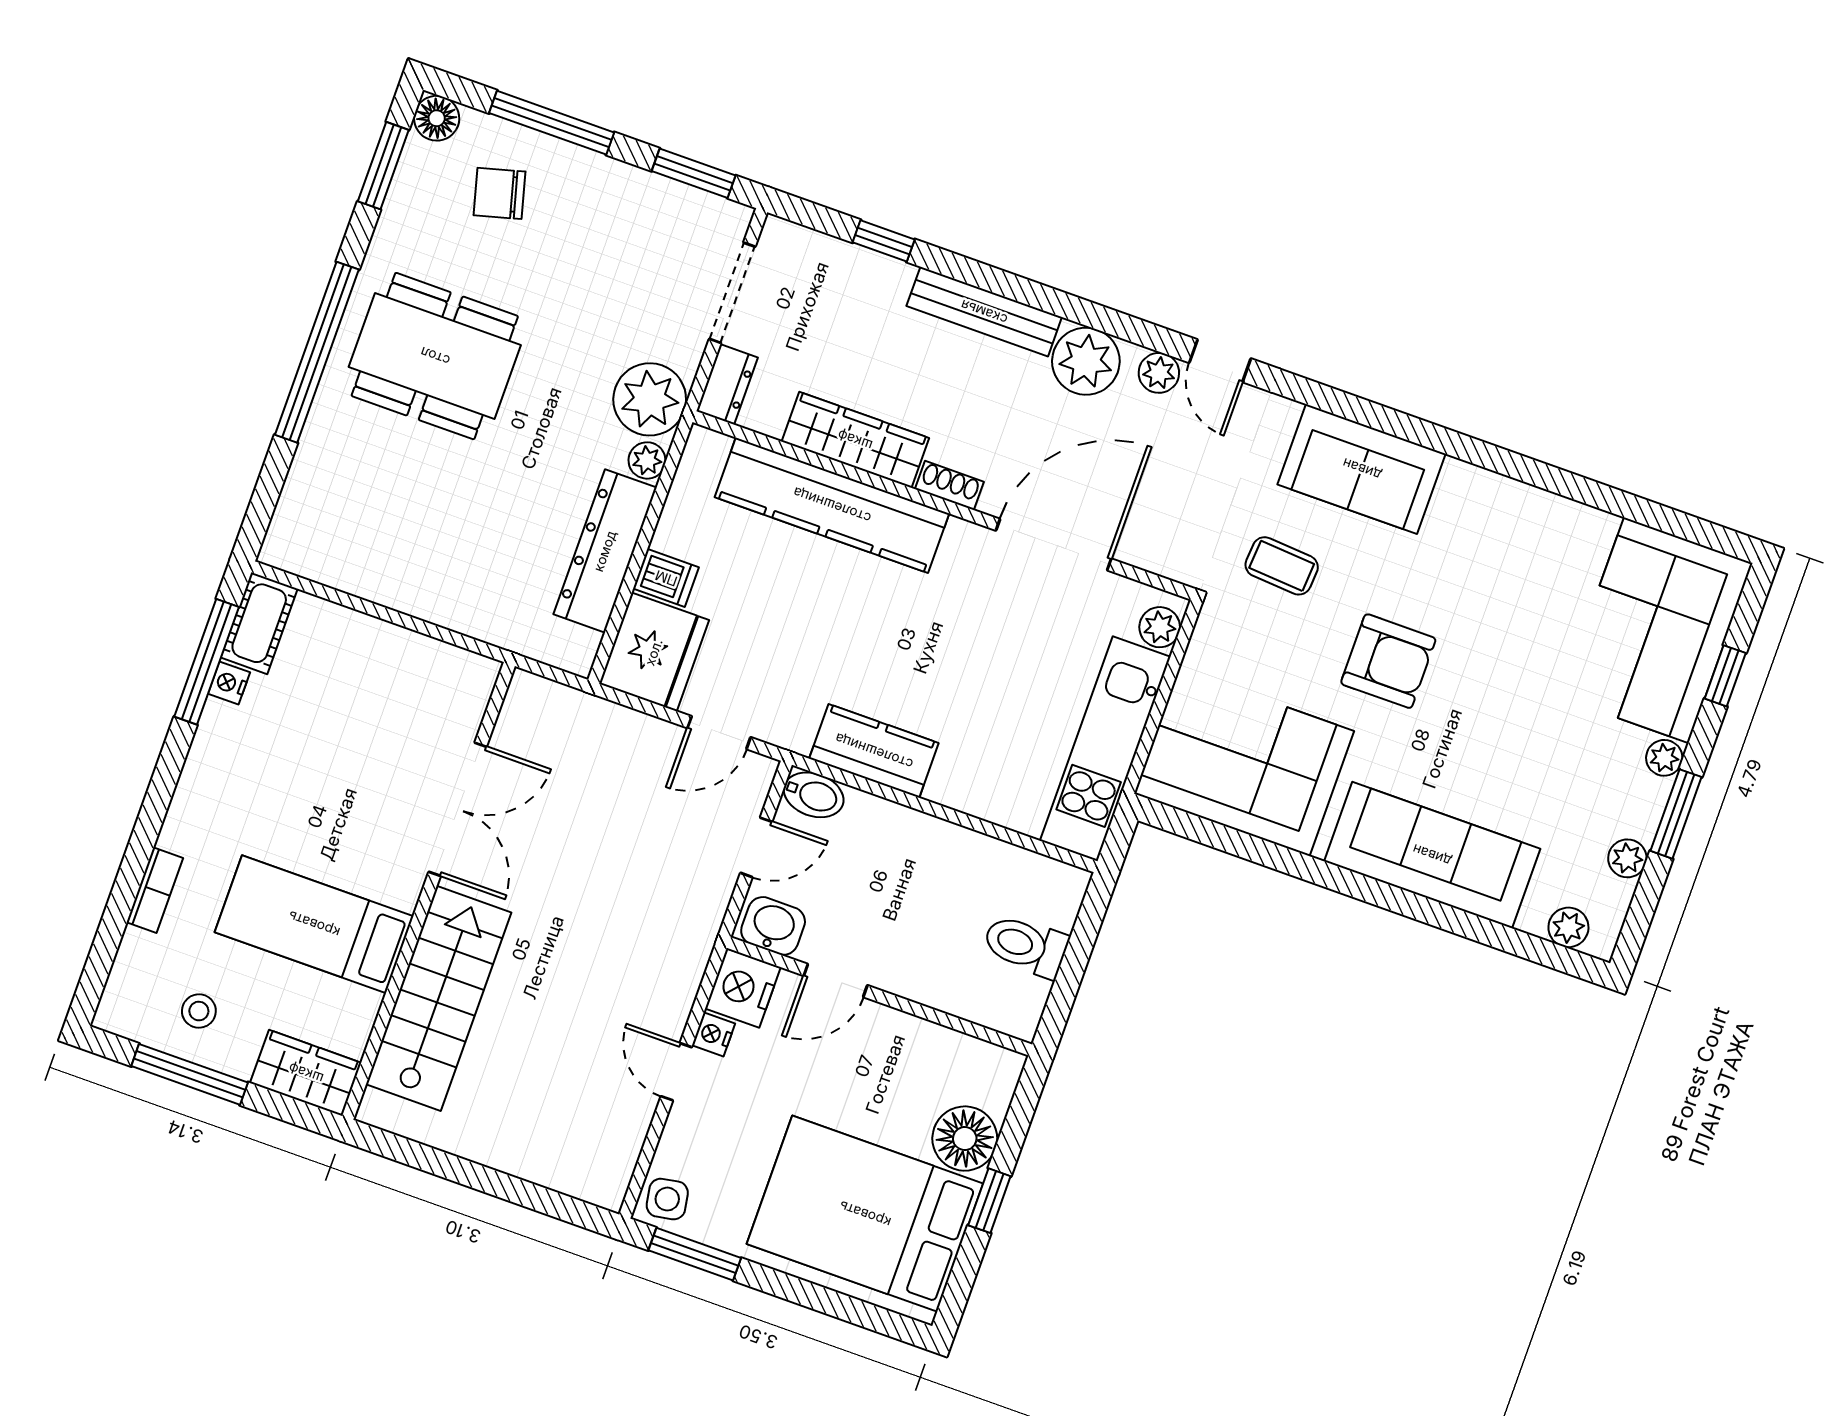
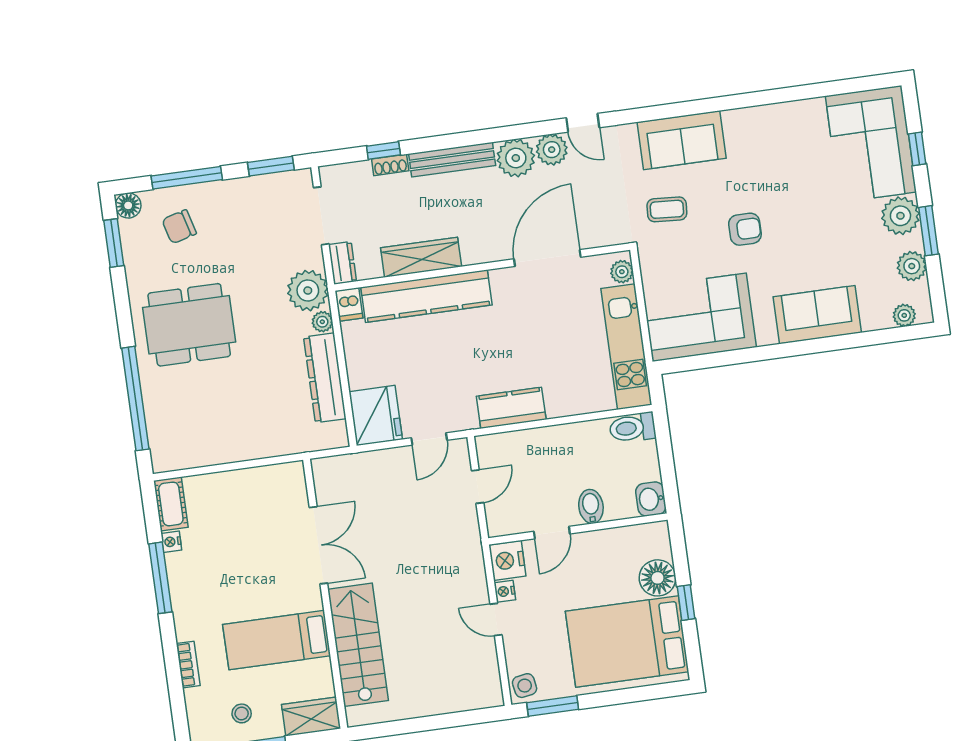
window: (317, 352) -> (135, 399), moved
plant: (1159, 373) -> (552, 150), width x1.38, depth x1.38
shoe rack: (949, 485) -> (390, 165), moved, turned 180
dishwasher: (666, 578) -> (349, 304), moved, turned 90
armchair: (1388, 661) -> (745, 229), width x0.72, depth x0.72
window: (207, 662) -> (160, 578), moved
plant: (1664, 758) -> (900, 216), width x1.87, depth x1.87
bidet: (814, 795) -> (591, 506), moved, turned -90
sofa: (1432, 855) -> (817, 315), width x0.73
plant: (1627, 858) -> (912, 266), width x1.38, depth x1.38
washbasin: (773, 926) -> (651, 499), moved, turned -90
toilet: (1026, 946) -> (632, 428), moved

